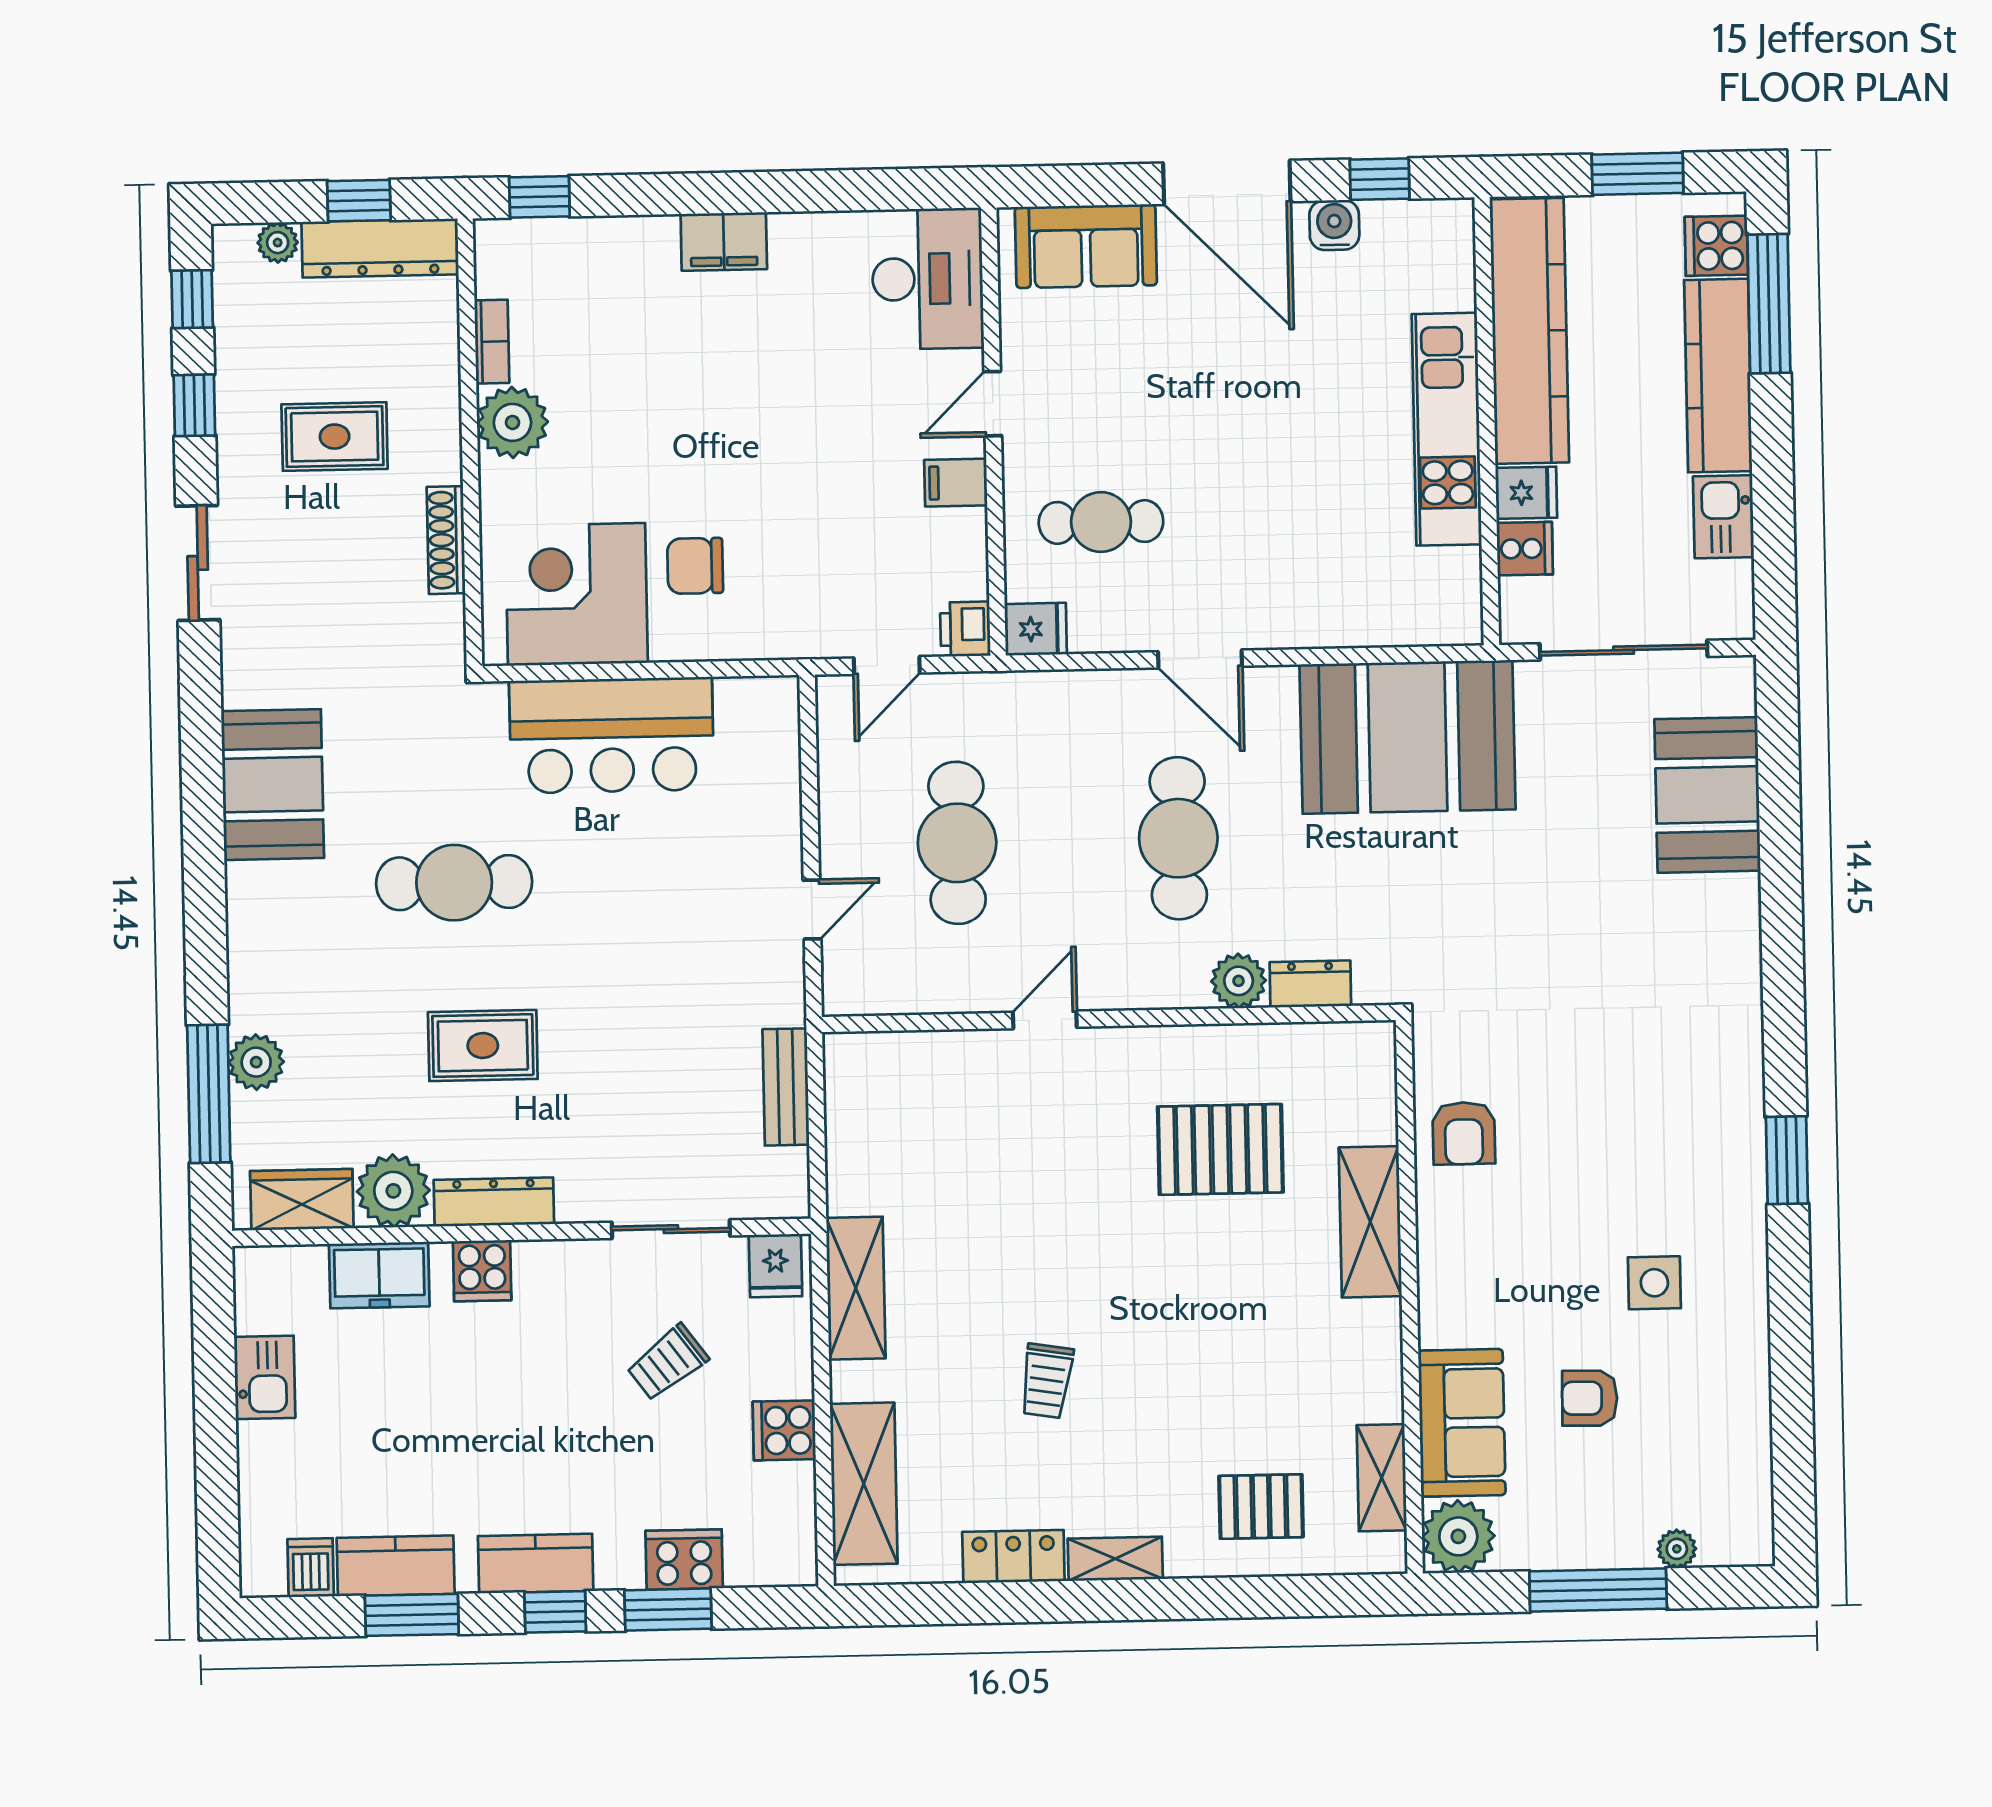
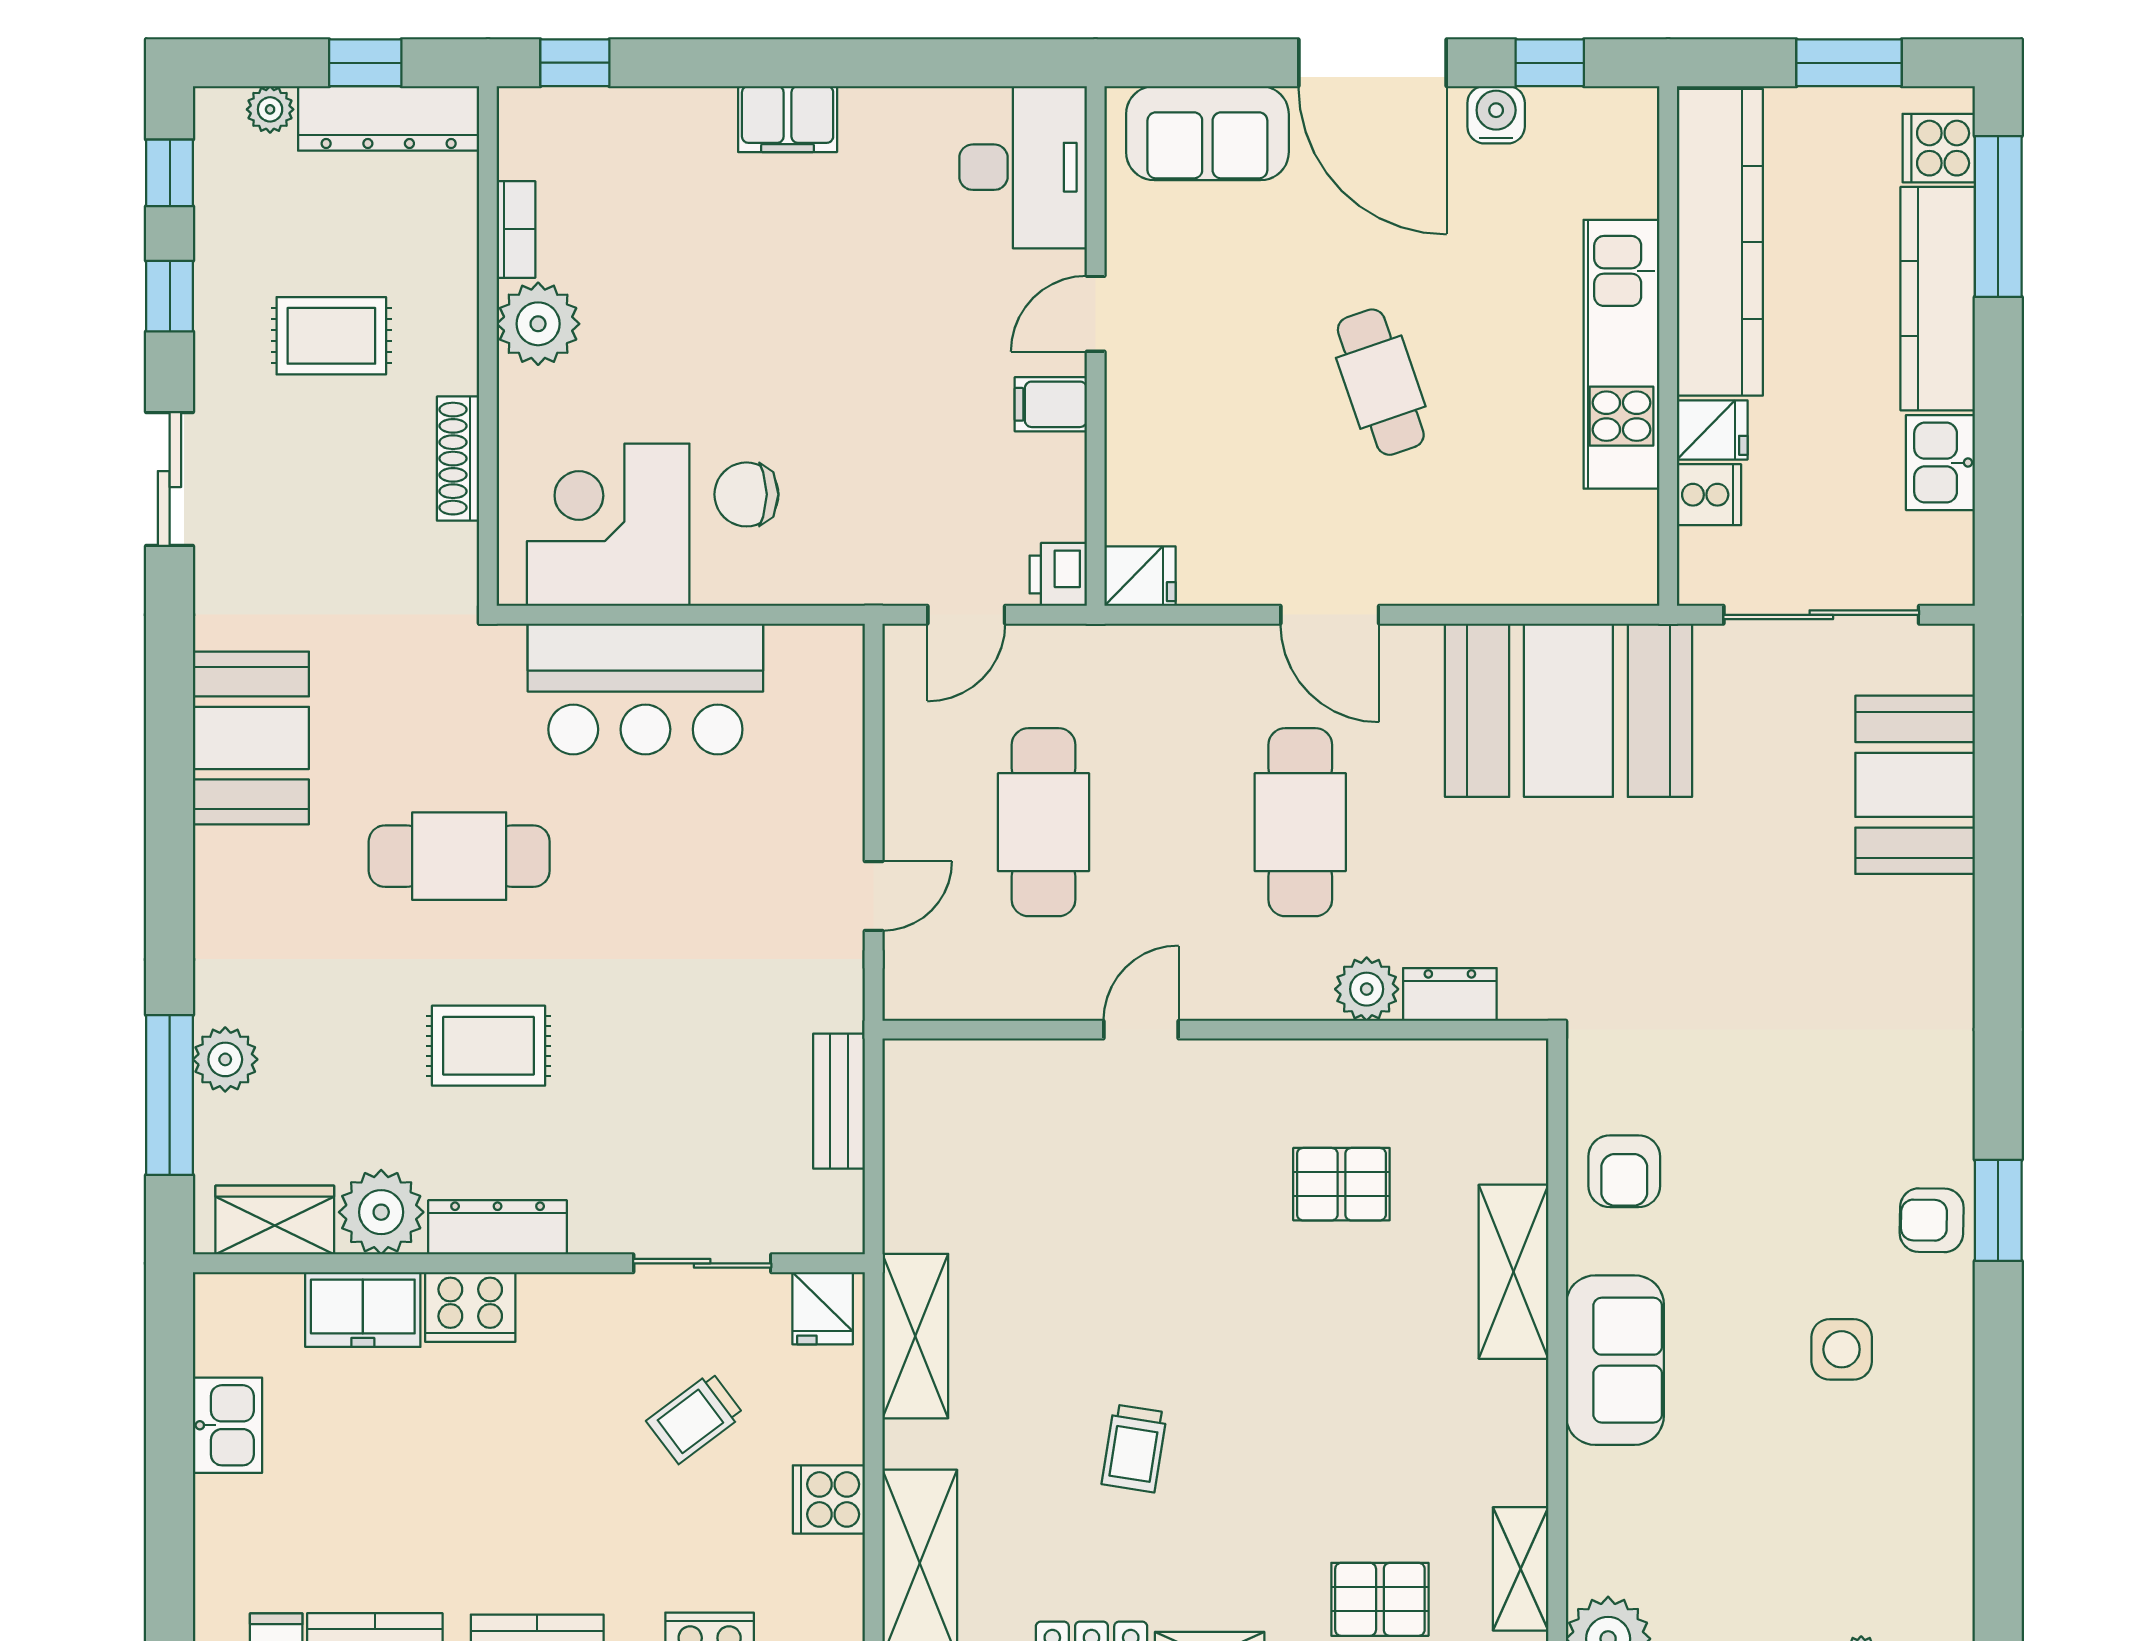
cafe table: (1101, 522) -> (1381, 382), moved, turned 71
pallet: (1220, 1149) -> (1341, 1184), width x0.67, depth x0.71
cooker: (482, 1271) -> (470, 1307), width x1.36
armchair: (1590, 1398) -> (1932, 1220), moved
sofa: (1462, 1423) -> (1615, 1360), moved

